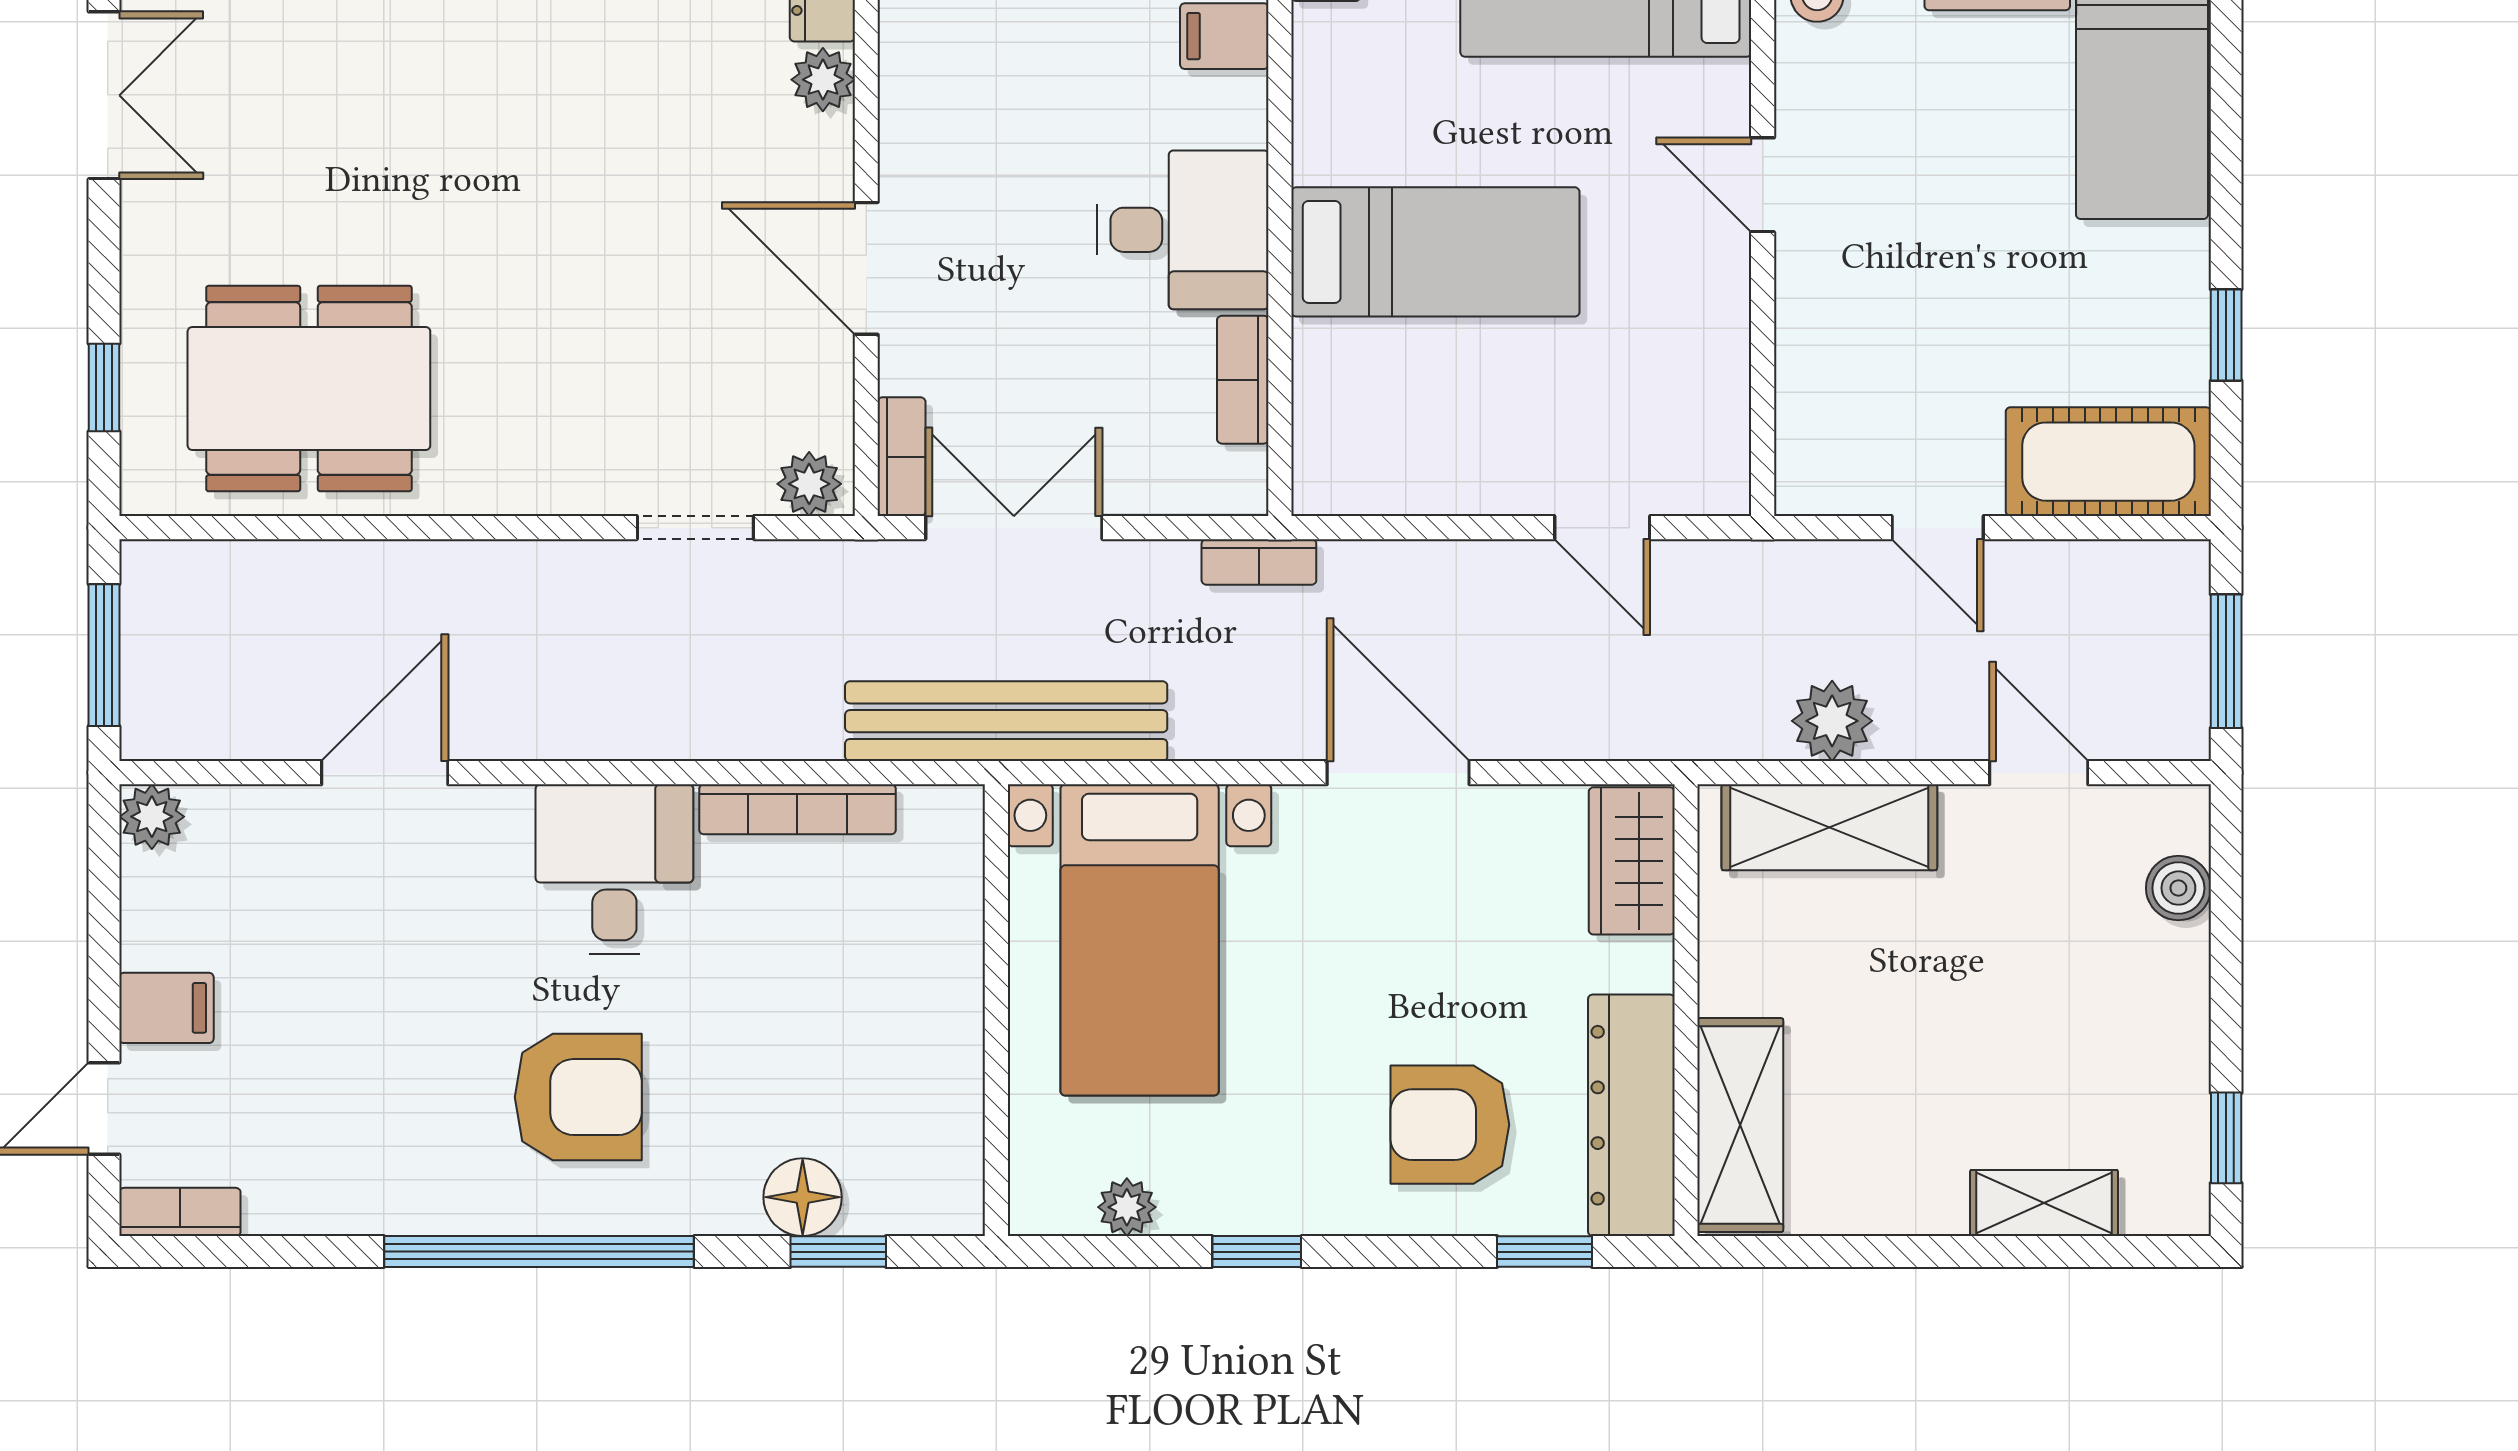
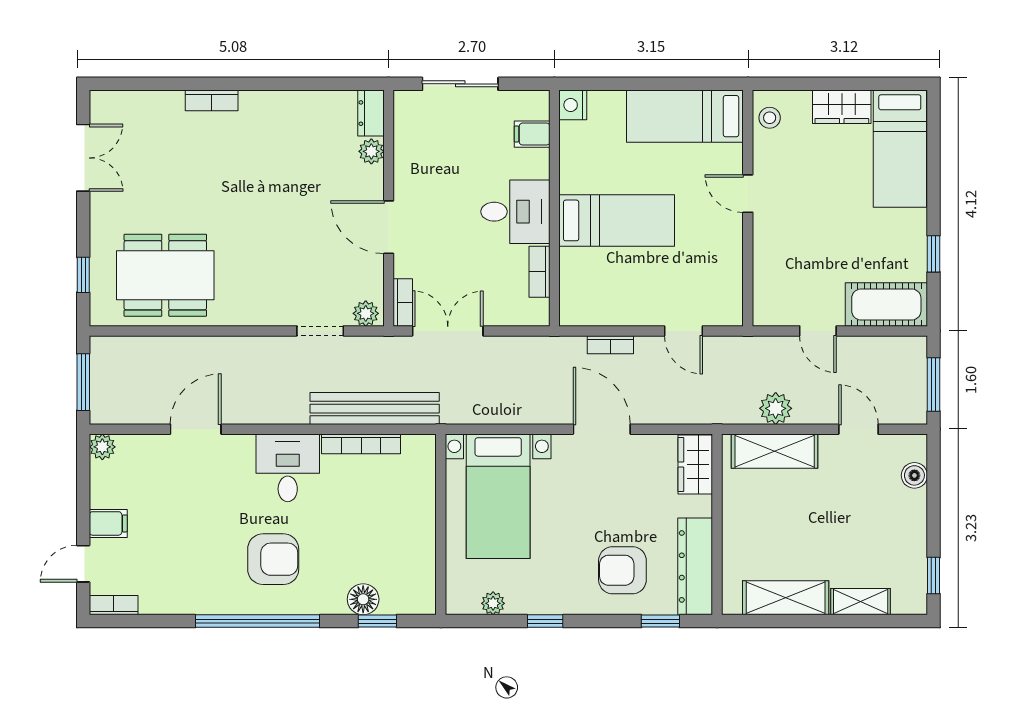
bookcase: (1259, 562) -> (610, 345), moved
bench: (1006, 721) -> (375, 409), moved
shelving: (1740, 1125) -> (786, 598), moved, turned 90

